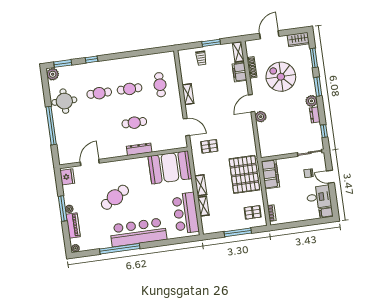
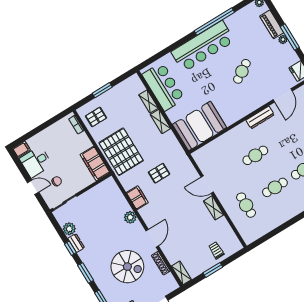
filing cabinet: (240, 72) -> (137, 198), moved
plant: (311, 101) -> (69, 229), moved
door: (252, 103) -> (152, 238), moved
door: (186, 127) -> (207, 185), moved
window: (324, 131) -> (70, 248), moved
pallet: (209, 146) -> (159, 173), moved
dresser: (139, 149) -> (260, 117), moved
cafe table: (115, 197) -> (242, 71), width x0.73, depth x0.74
window: (238, 232) -> (102, 90), width x0.69

